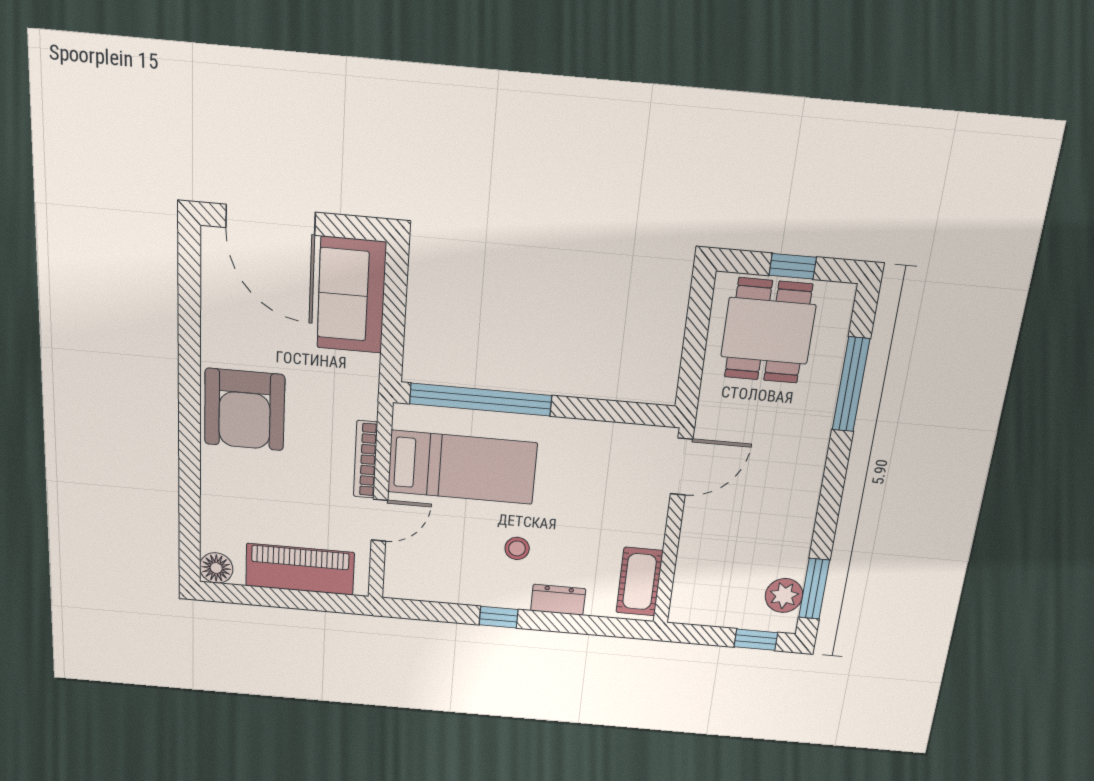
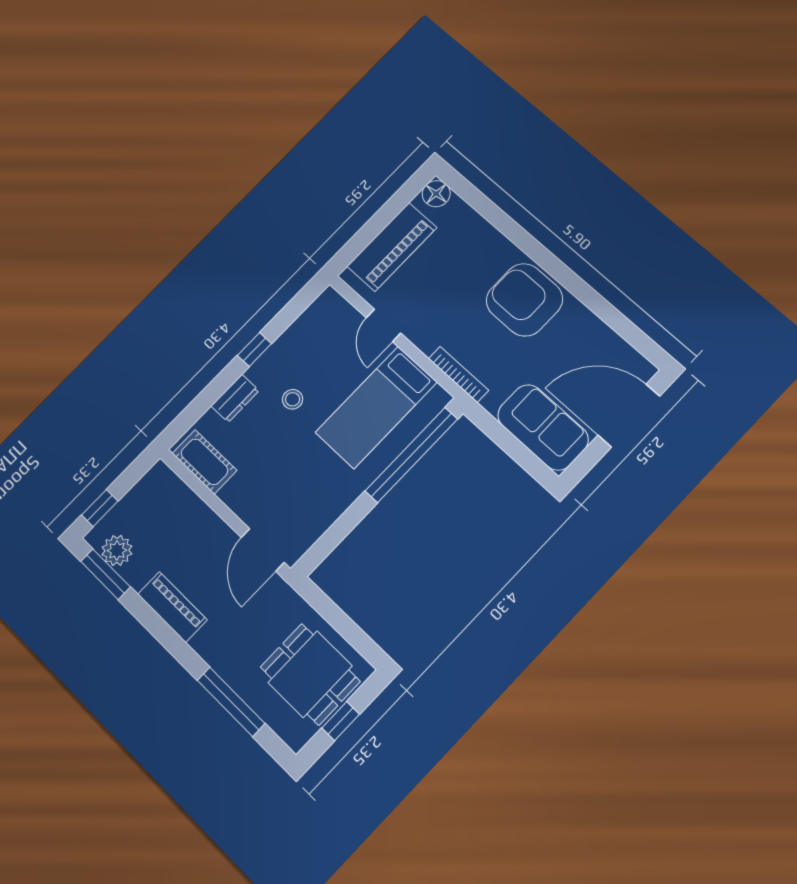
bookcase: (365, 459) -> (458, 374), moved
piano: (800, 507) -> (172, 607), added

